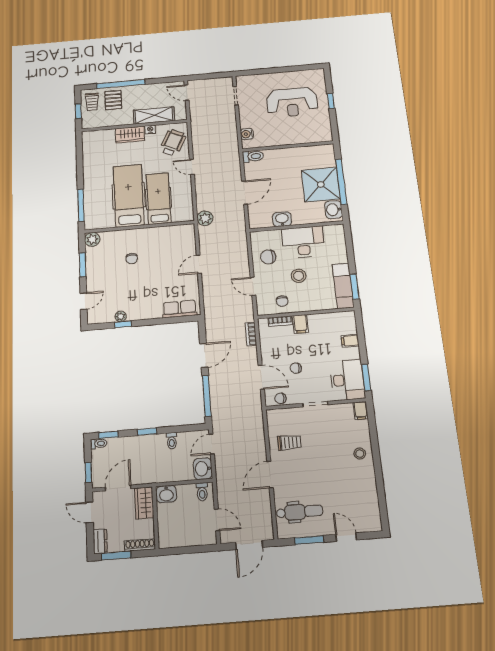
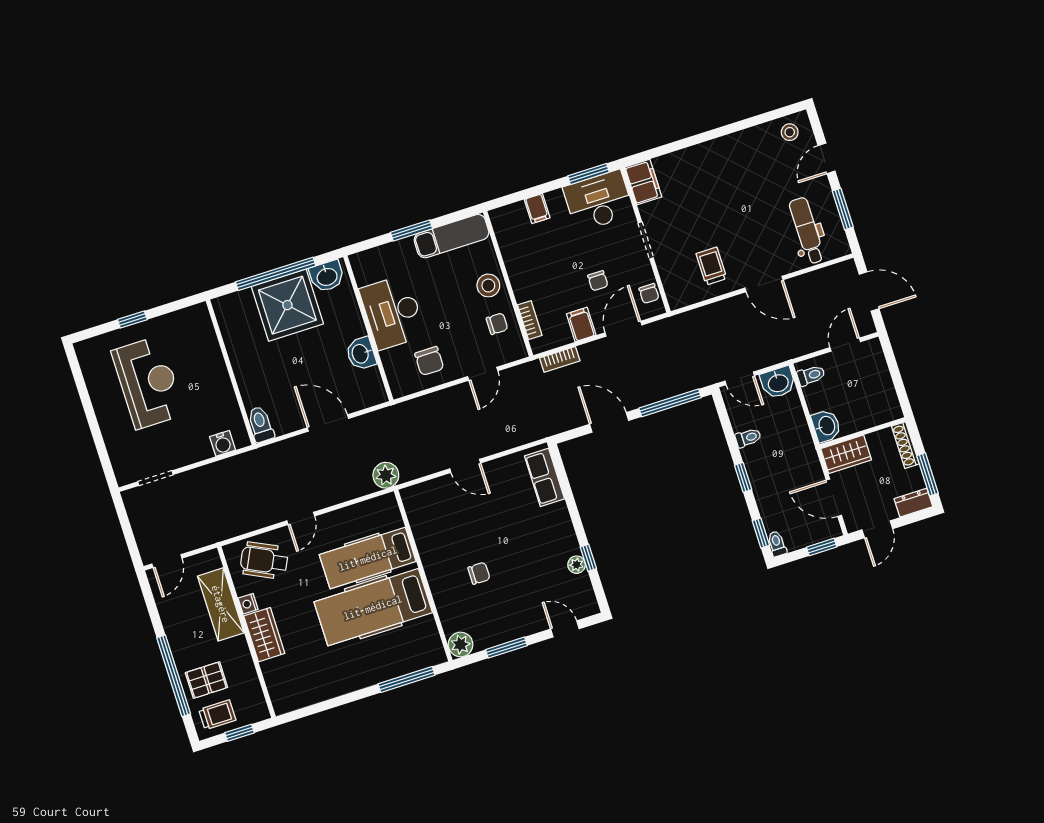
stool: (299, 276) -> (488, 285), moved
window: (355, 287) -> (411, 230), moved
filing cabinet: (300, 324) -> (581, 324), moved, turned -90
filing cabinet: (361, 410) -> (643, 182), width x2.00
stool: (360, 454) -> (790, 132), moved

